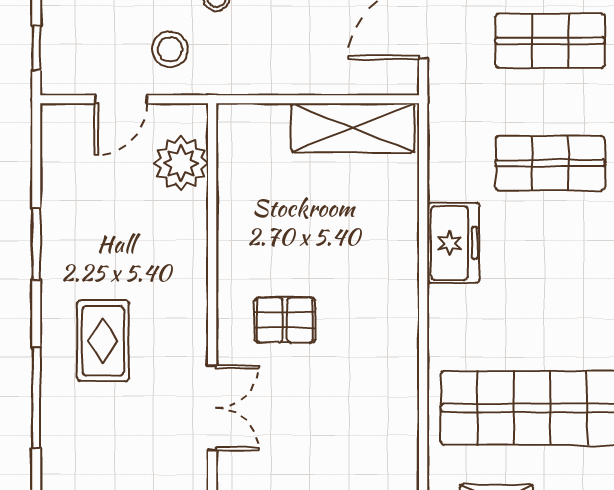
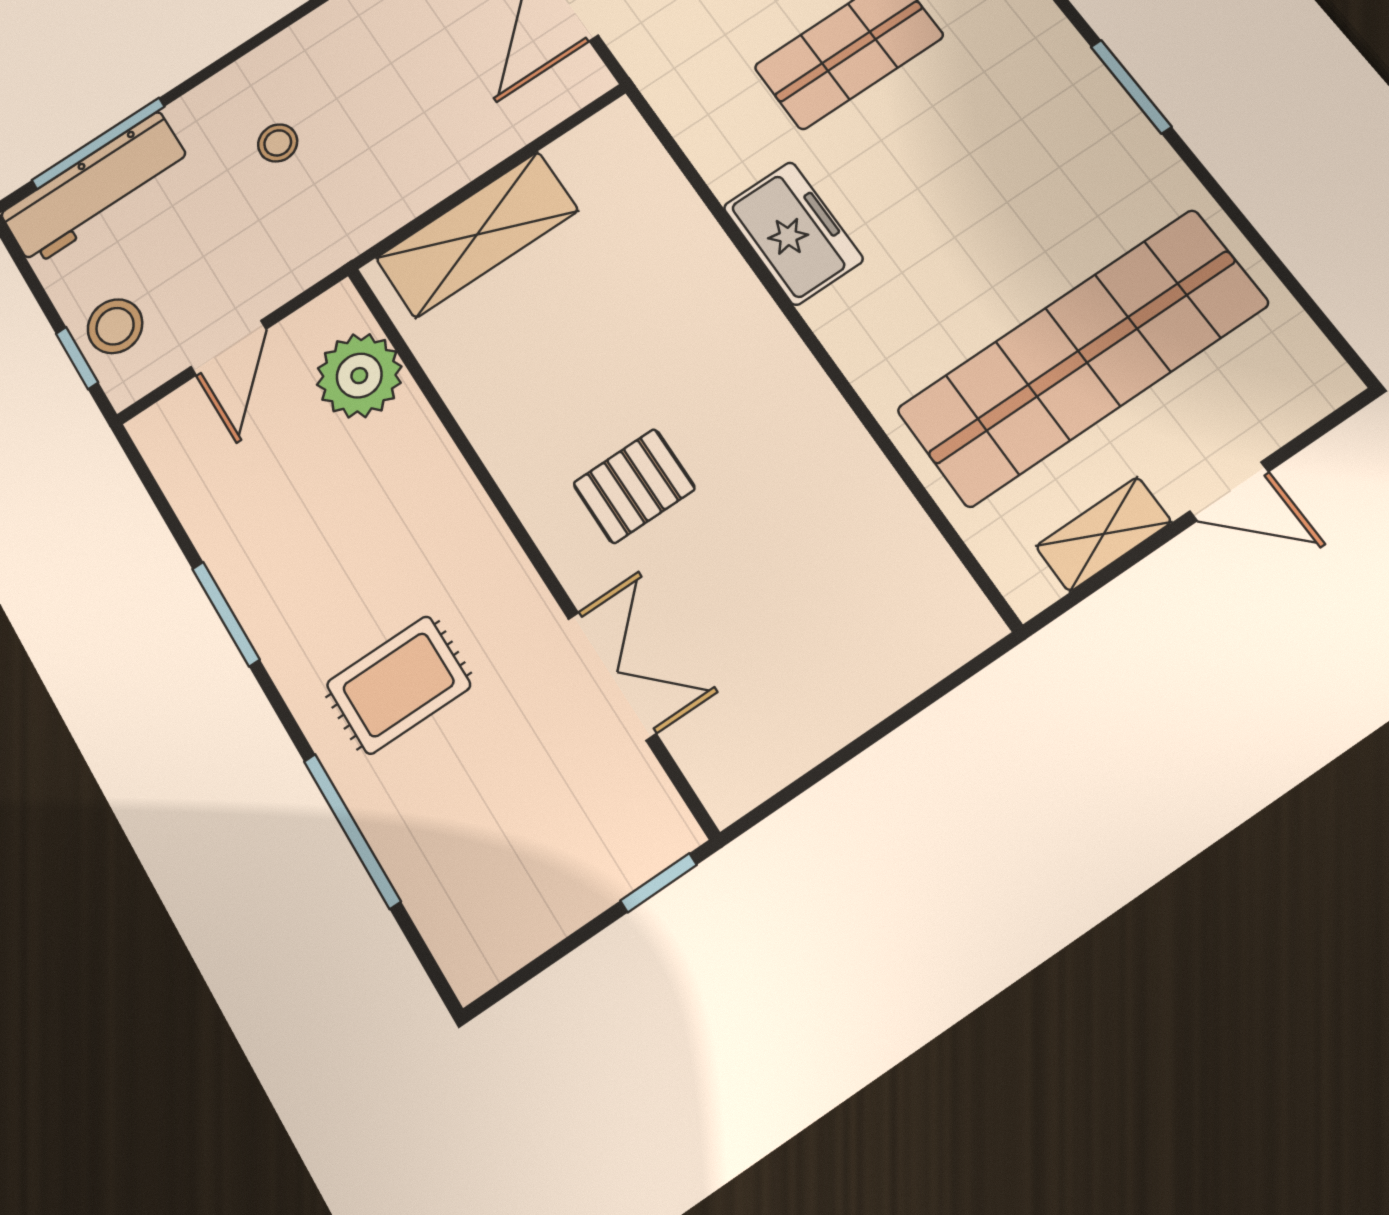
stool: (170, 49) -> (115, 326), moved
shelving: (353, 128) -> (477, 234), moved
rug: (103, 341) -> (399, 685), turned 90

